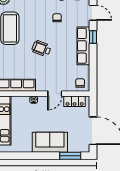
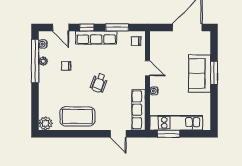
door: (93, 13) -> (61, 27), swing flipped
window: (93, 65) -> (117, 27), added
locker: (75, 101) -> (156, 47), removed
window: (70, 156) -> (214, 73), moved

